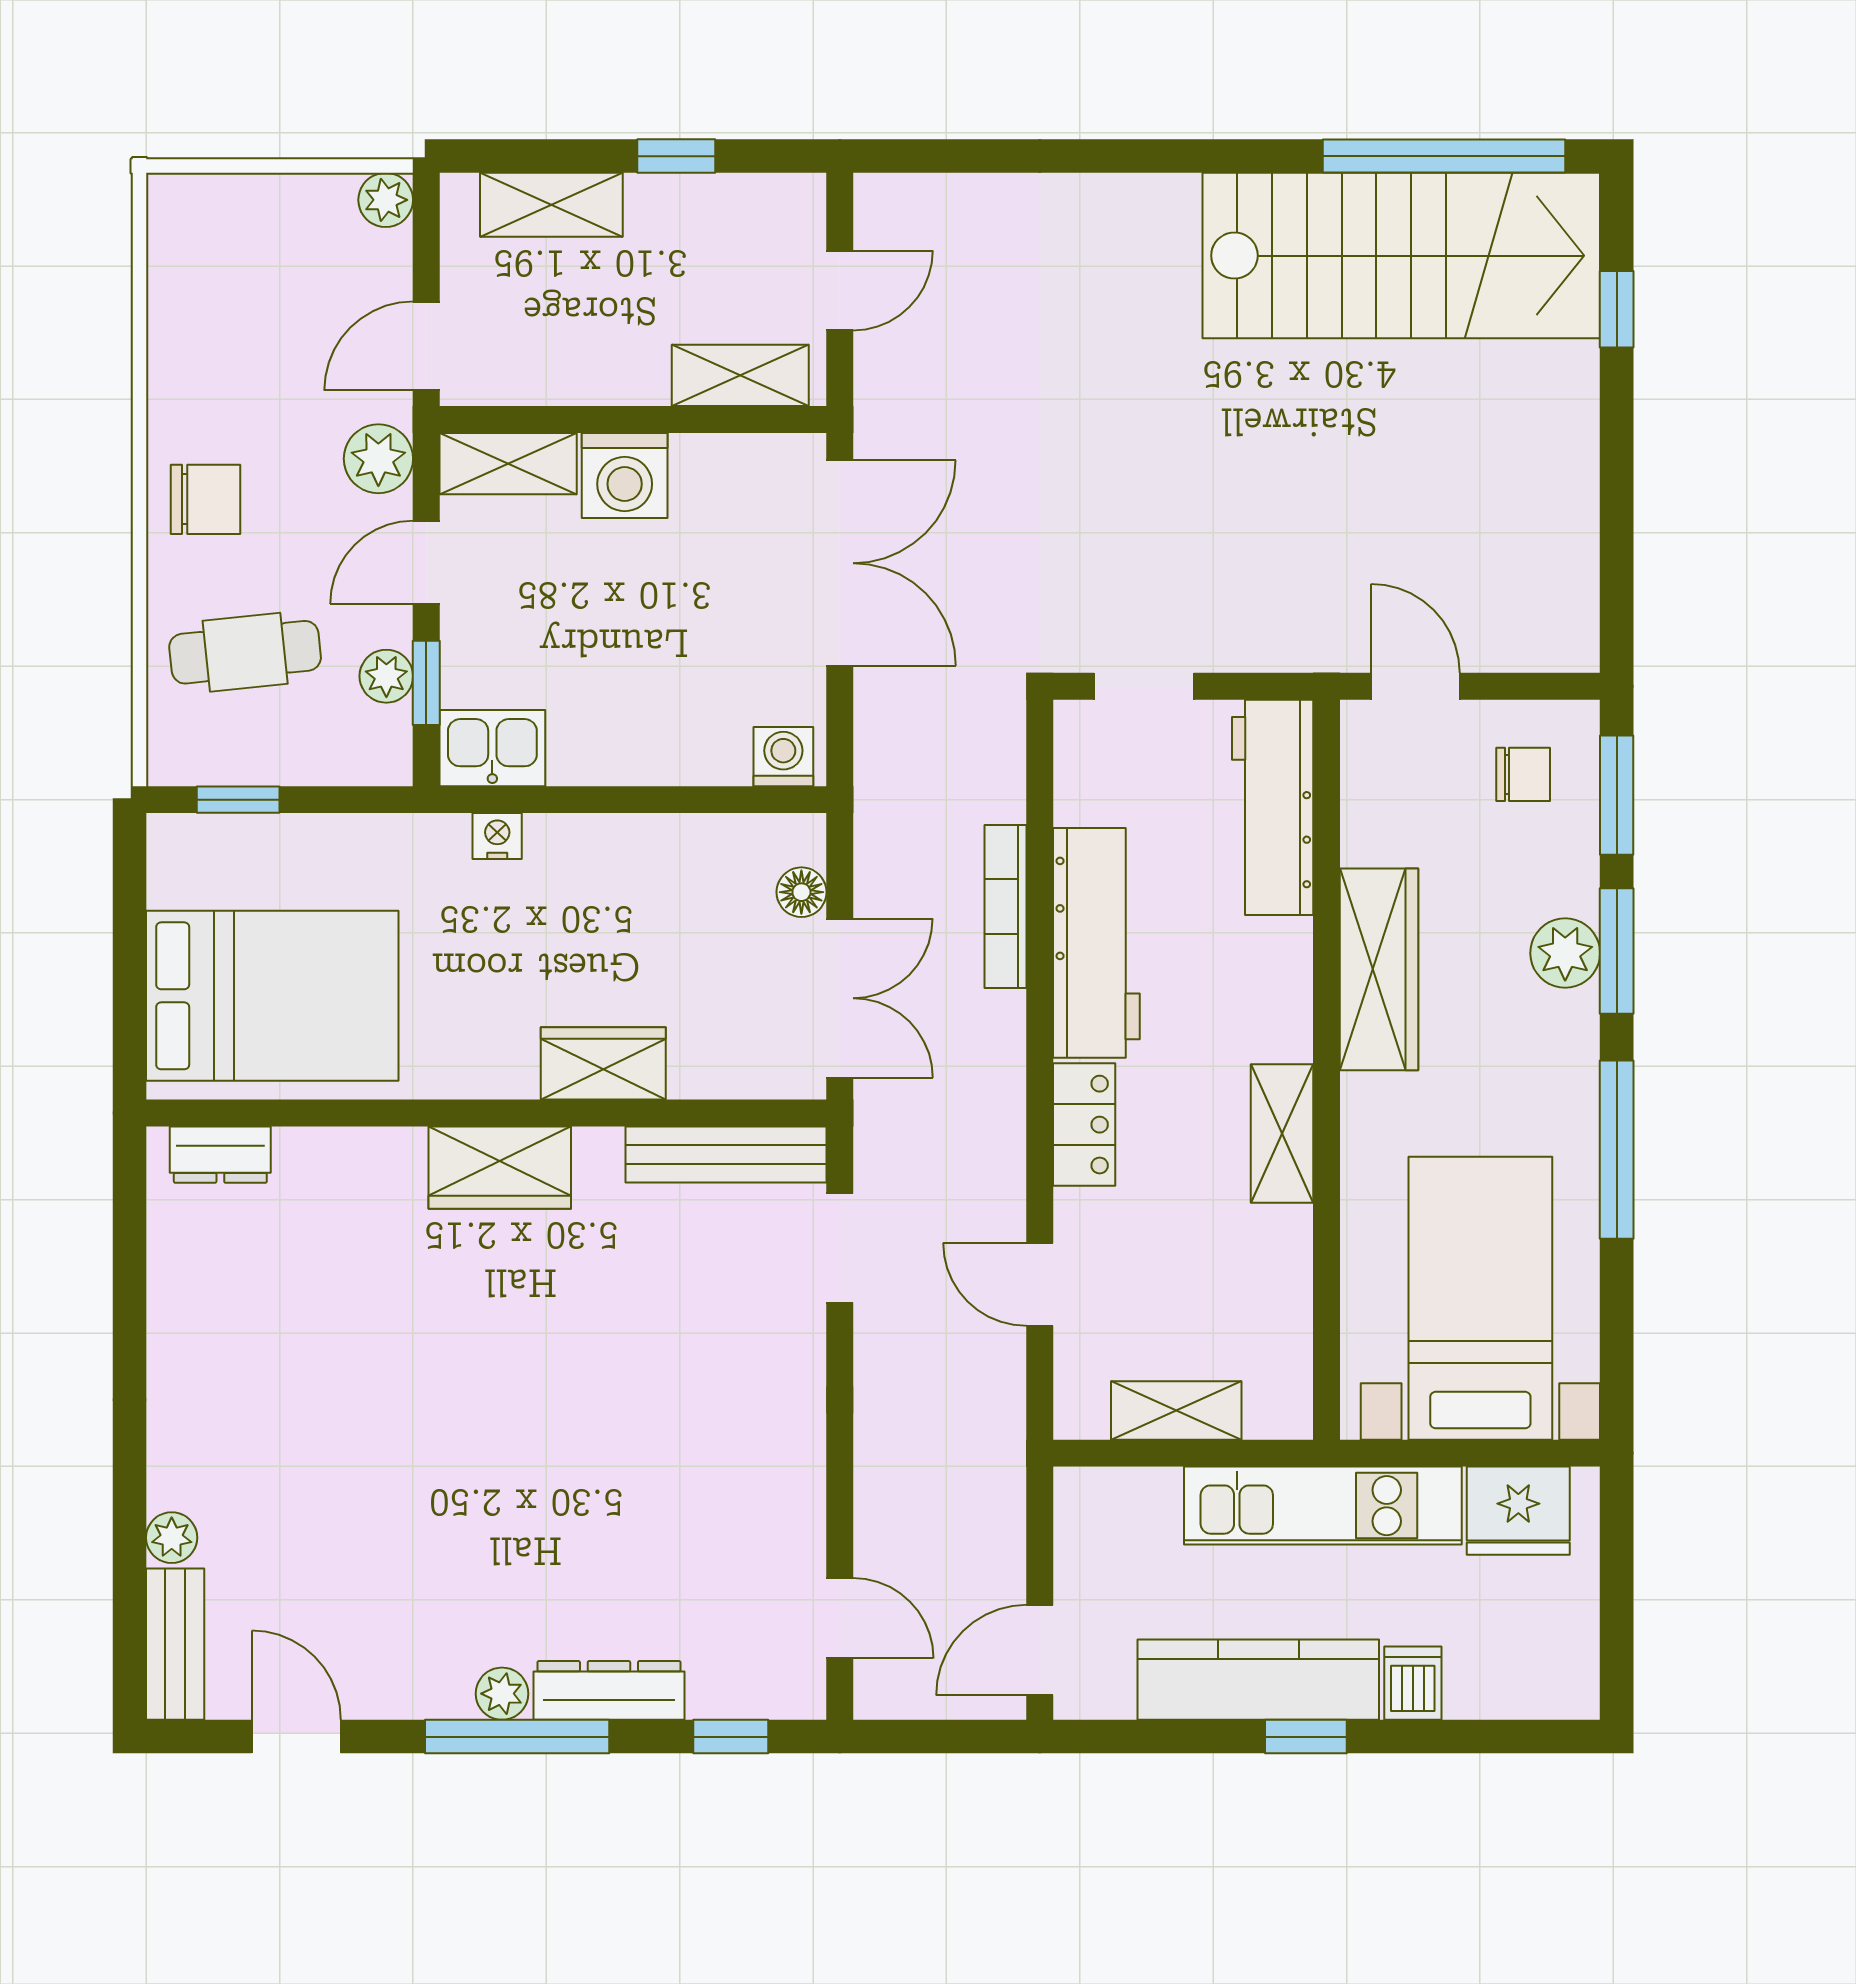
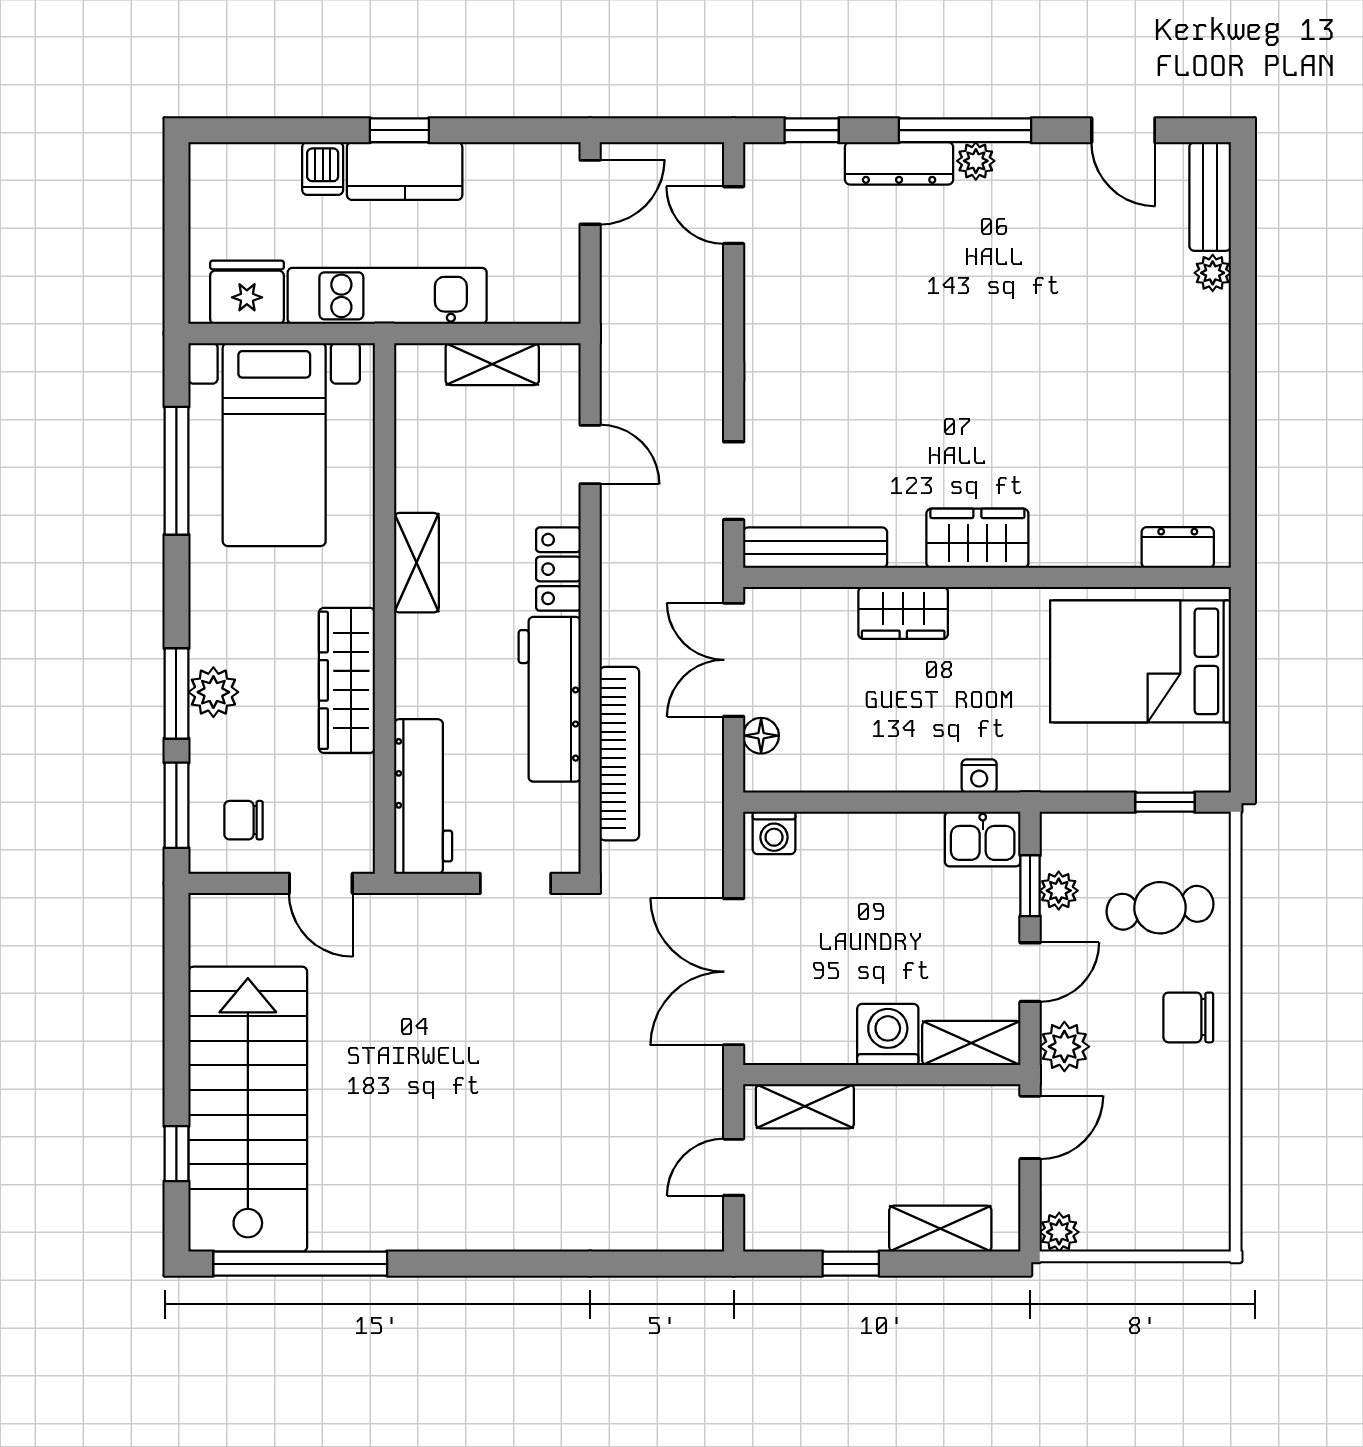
stairs: (1401, 256) -> (248, 1109), moved, turned 90
bookcase: (1006, 906) -> (619, 754), width x1.48, depth x1.31
window: (1617, 1150) -> (176, 471), moved
kitchen counter: (1258, 1680) -> (405, 171), width x0.67

